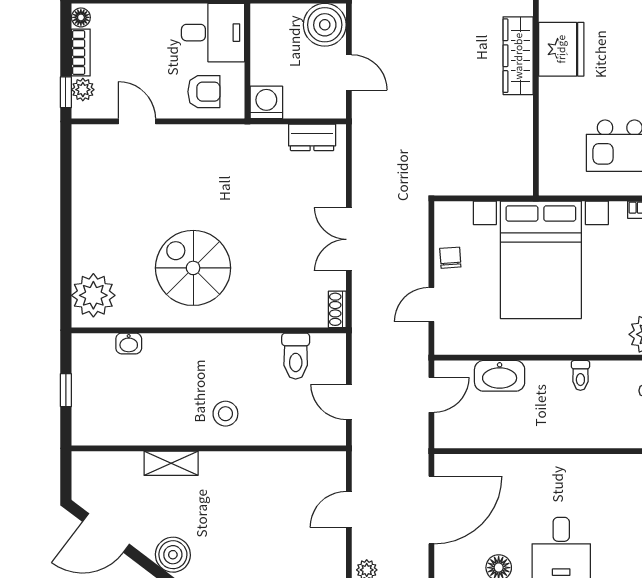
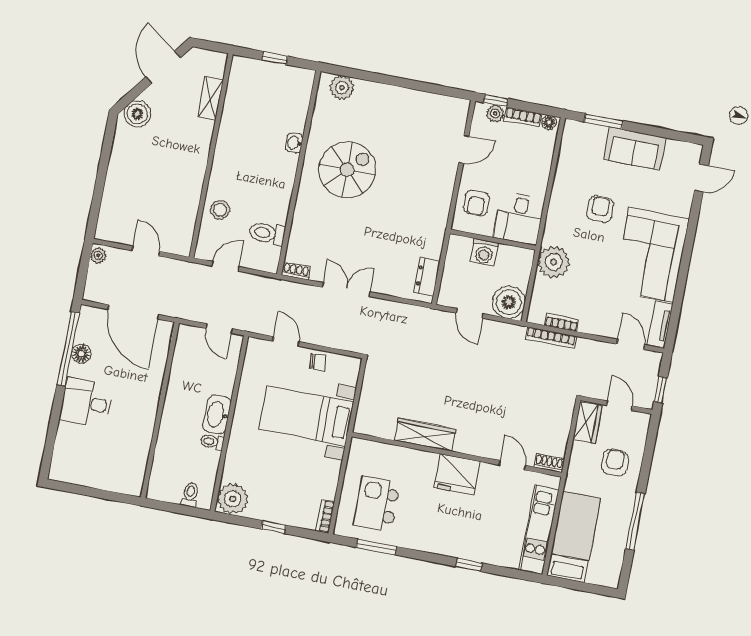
wardrobe: (518, 56) -> (425, 435), moved
door: (349, 72) -> (470, 313), hinge flipped
washing machine: (266, 102) -> (484, 253), moved, turned 90
bed with nightstands: (541, 260) -> (306, 416), width x0.73
plant: (93, 295) -> (342, 88), width x0.73, depth x0.73
washbasin: (129, 343) -> (294, 143), moved
washbasin: (500, 376) -> (217, 415), moved
stool: (225, 414) -> (220, 210), moved
shelving: (171, 463) -> (211, 98), moved

